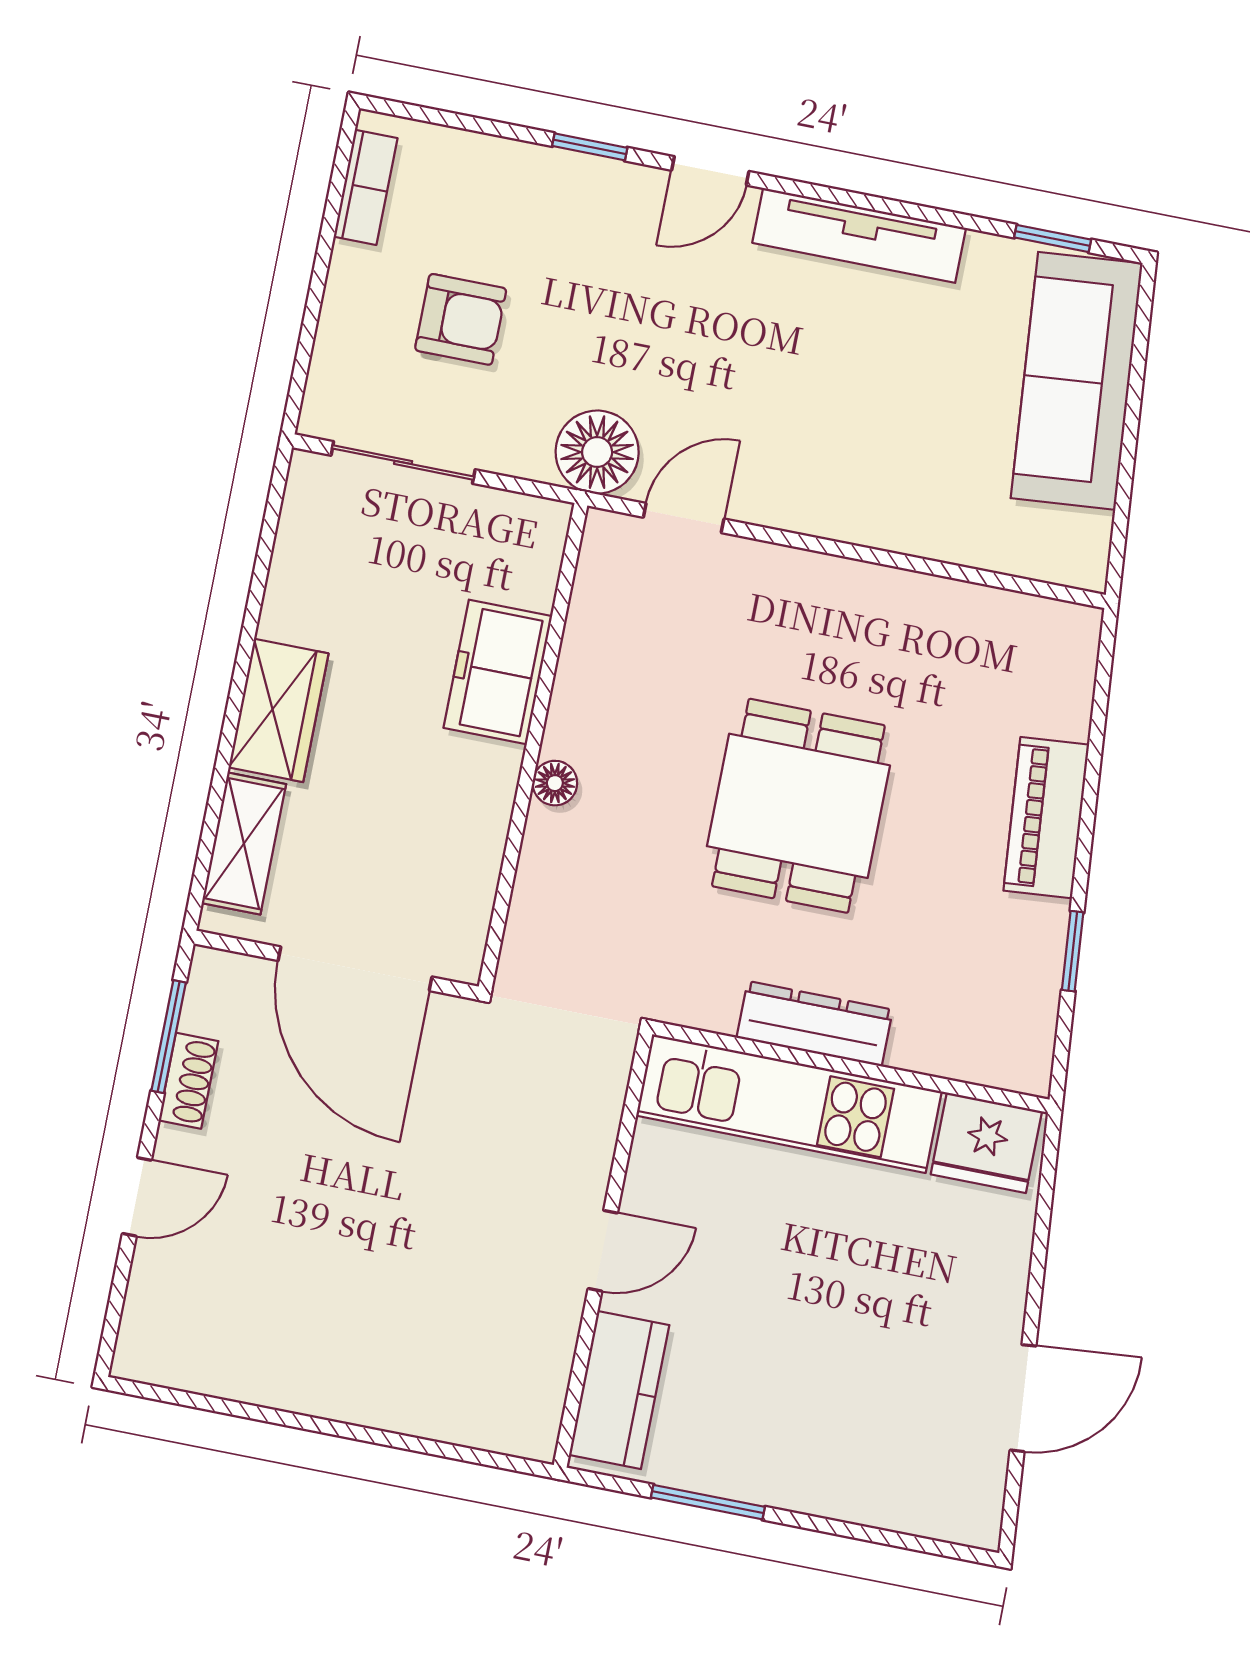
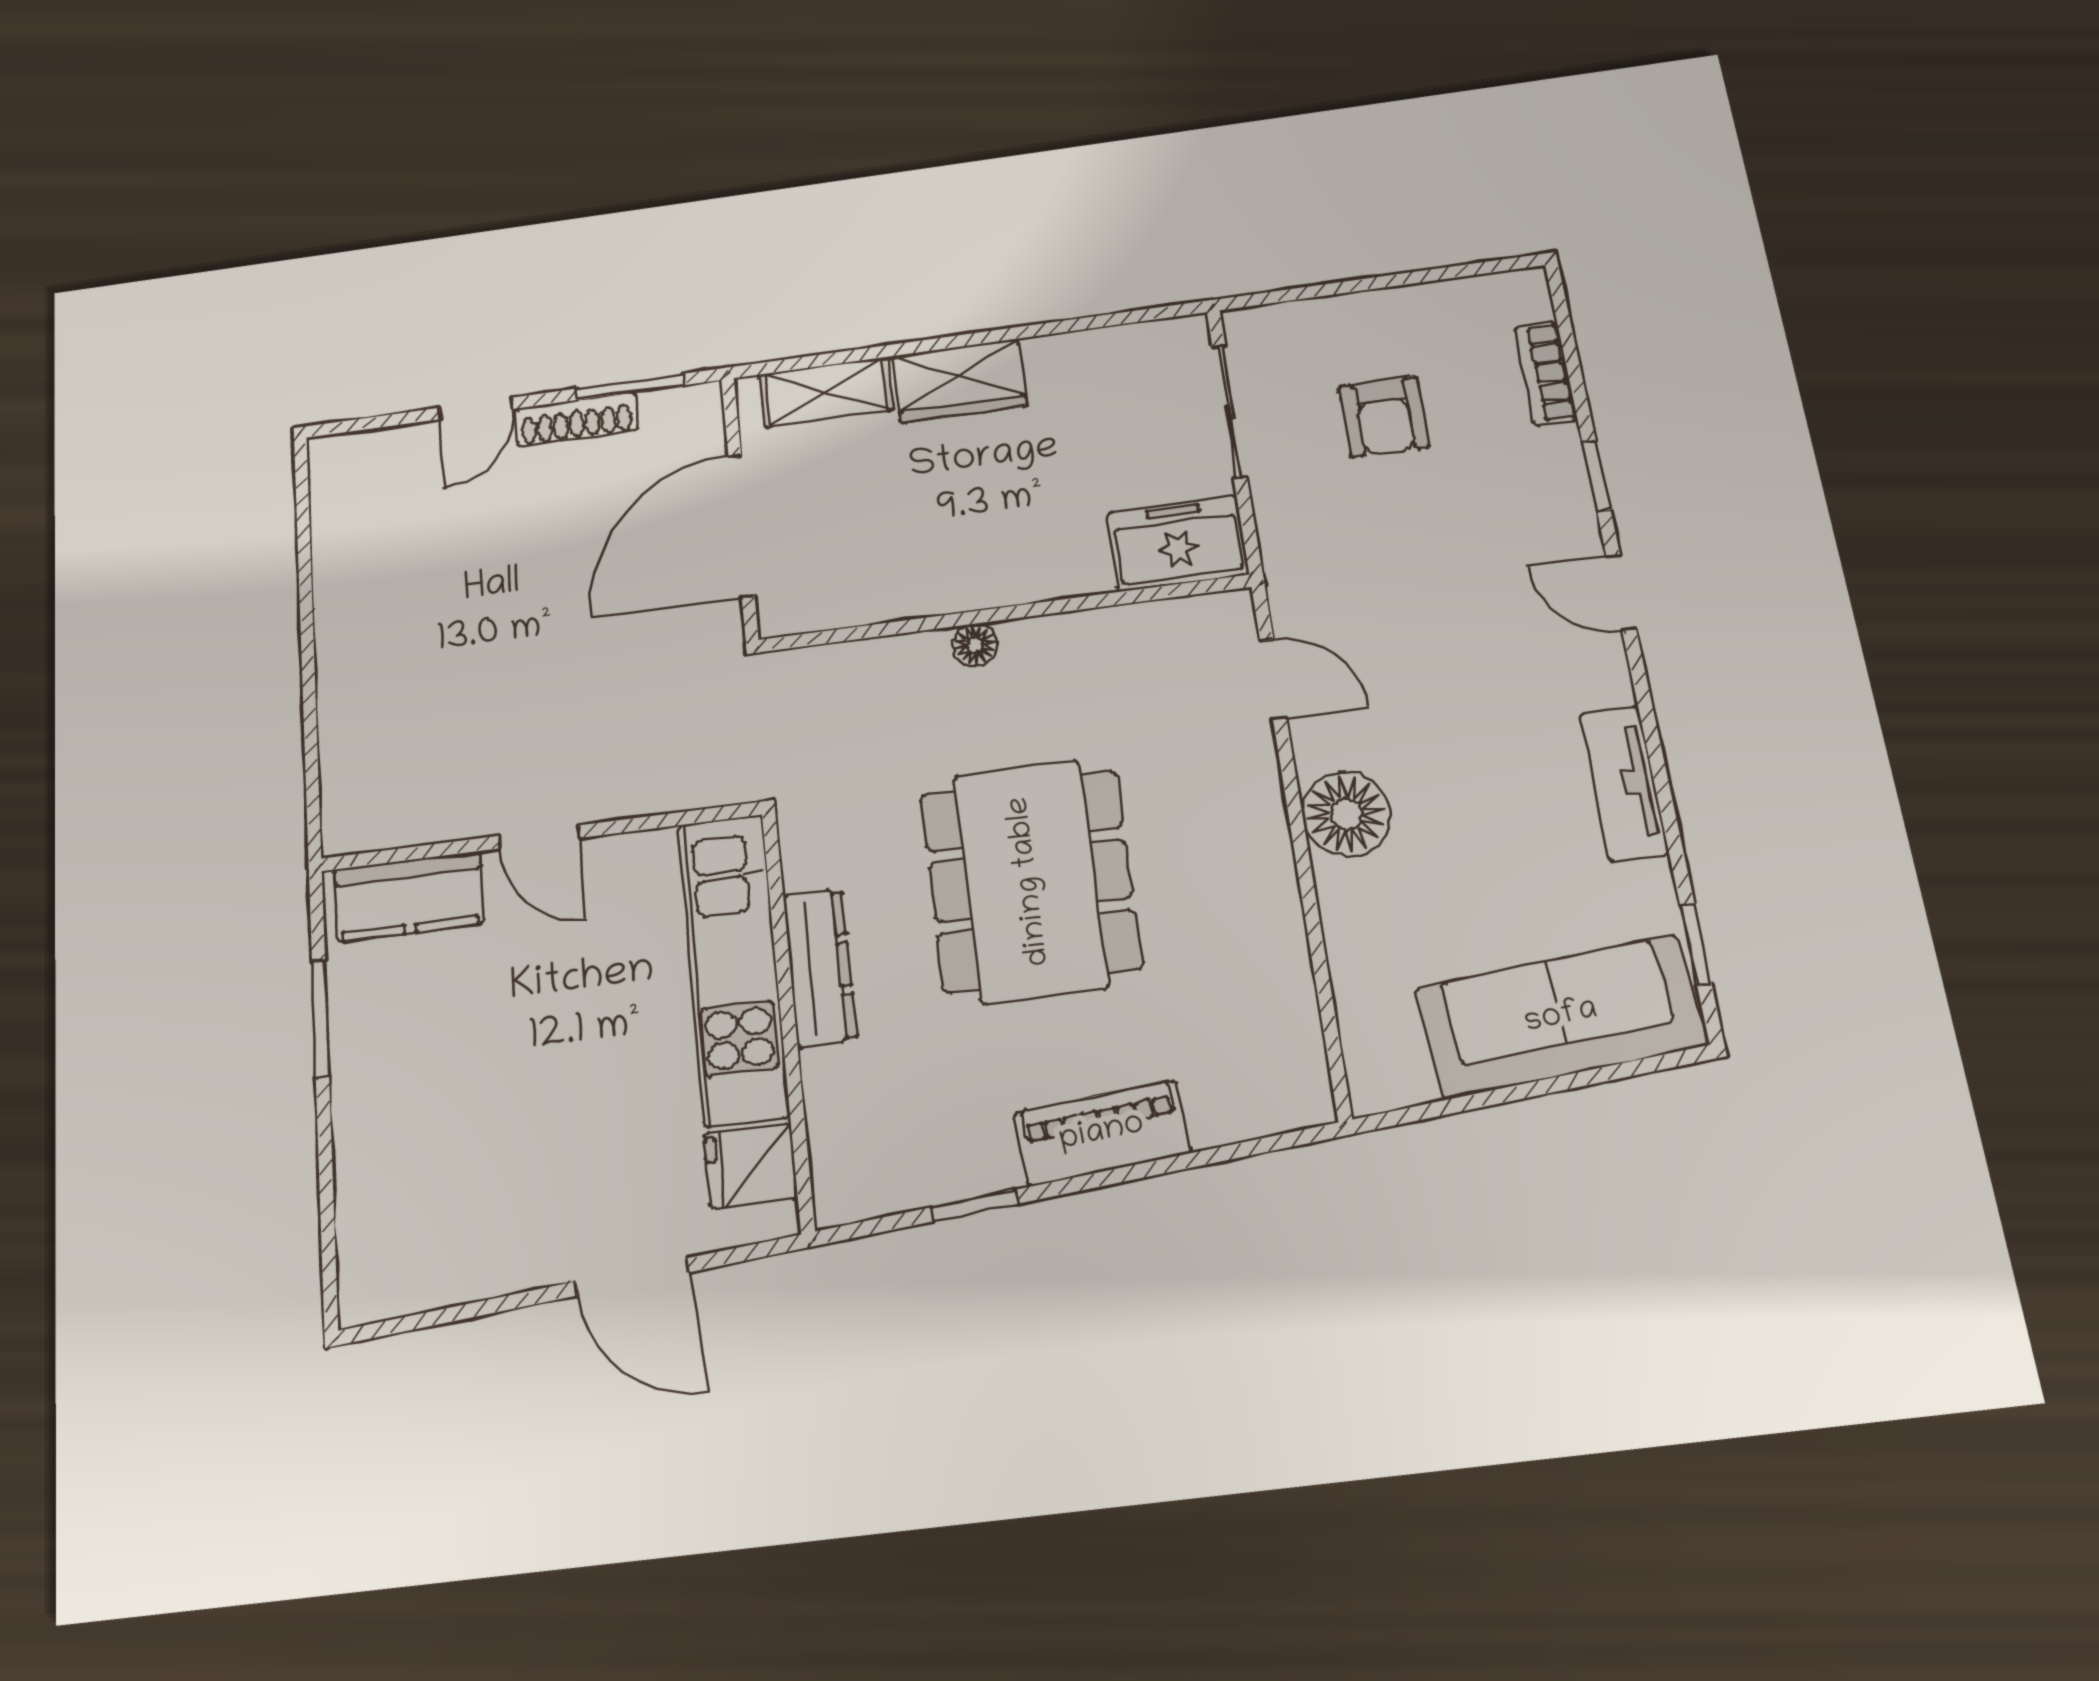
bookcase: (366, 187) -> (1546, 373), moved, turned 90
tv unit: (859, 235) -> (1624, 783), width x0.71
floor lamp: (597, 452) -> (1346, 814), moved
freezer: (498, 672) -> (1178, 543), moved
dining table: (798, 806) -> (1030, 881), width x1.38
shoe rack: (189, 1081) -> (576, 419), width x1.43
fridge: (986, 1143) -> (750, 1165), width x0.72
door: (137, 1197) -> (476, 408), hinge flipped
door: (1023, 1398) -> (632, 1277), moved

